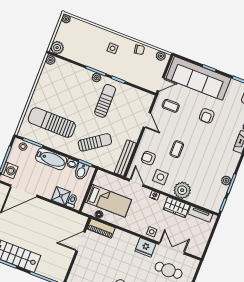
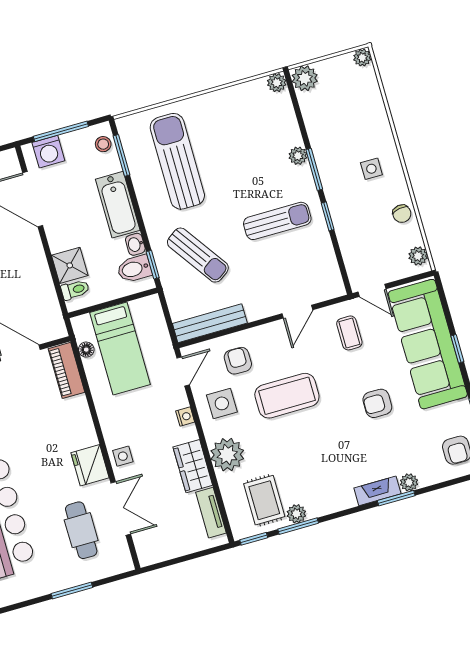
plant: (97, 78) -> (298, 156), moved
coffee table: (177, 149) -> (287, 396), width x1.86, depth x1.72
rug: (211, 189) -> (264, 500), added

